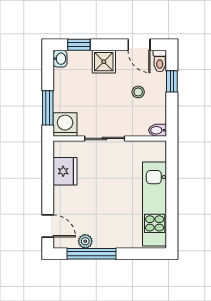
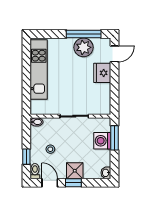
window: (79, 45) -> (73, 183), moved
washing machine: (65, 124) -> (102, 141), moved, turned 90
fridge: (65, 171) -> (102, 73), moved
door: (48, 226) -> (115, 54), swing flipped
plant: (85, 241) -> (84, 47), width x1.88, depth x1.88

